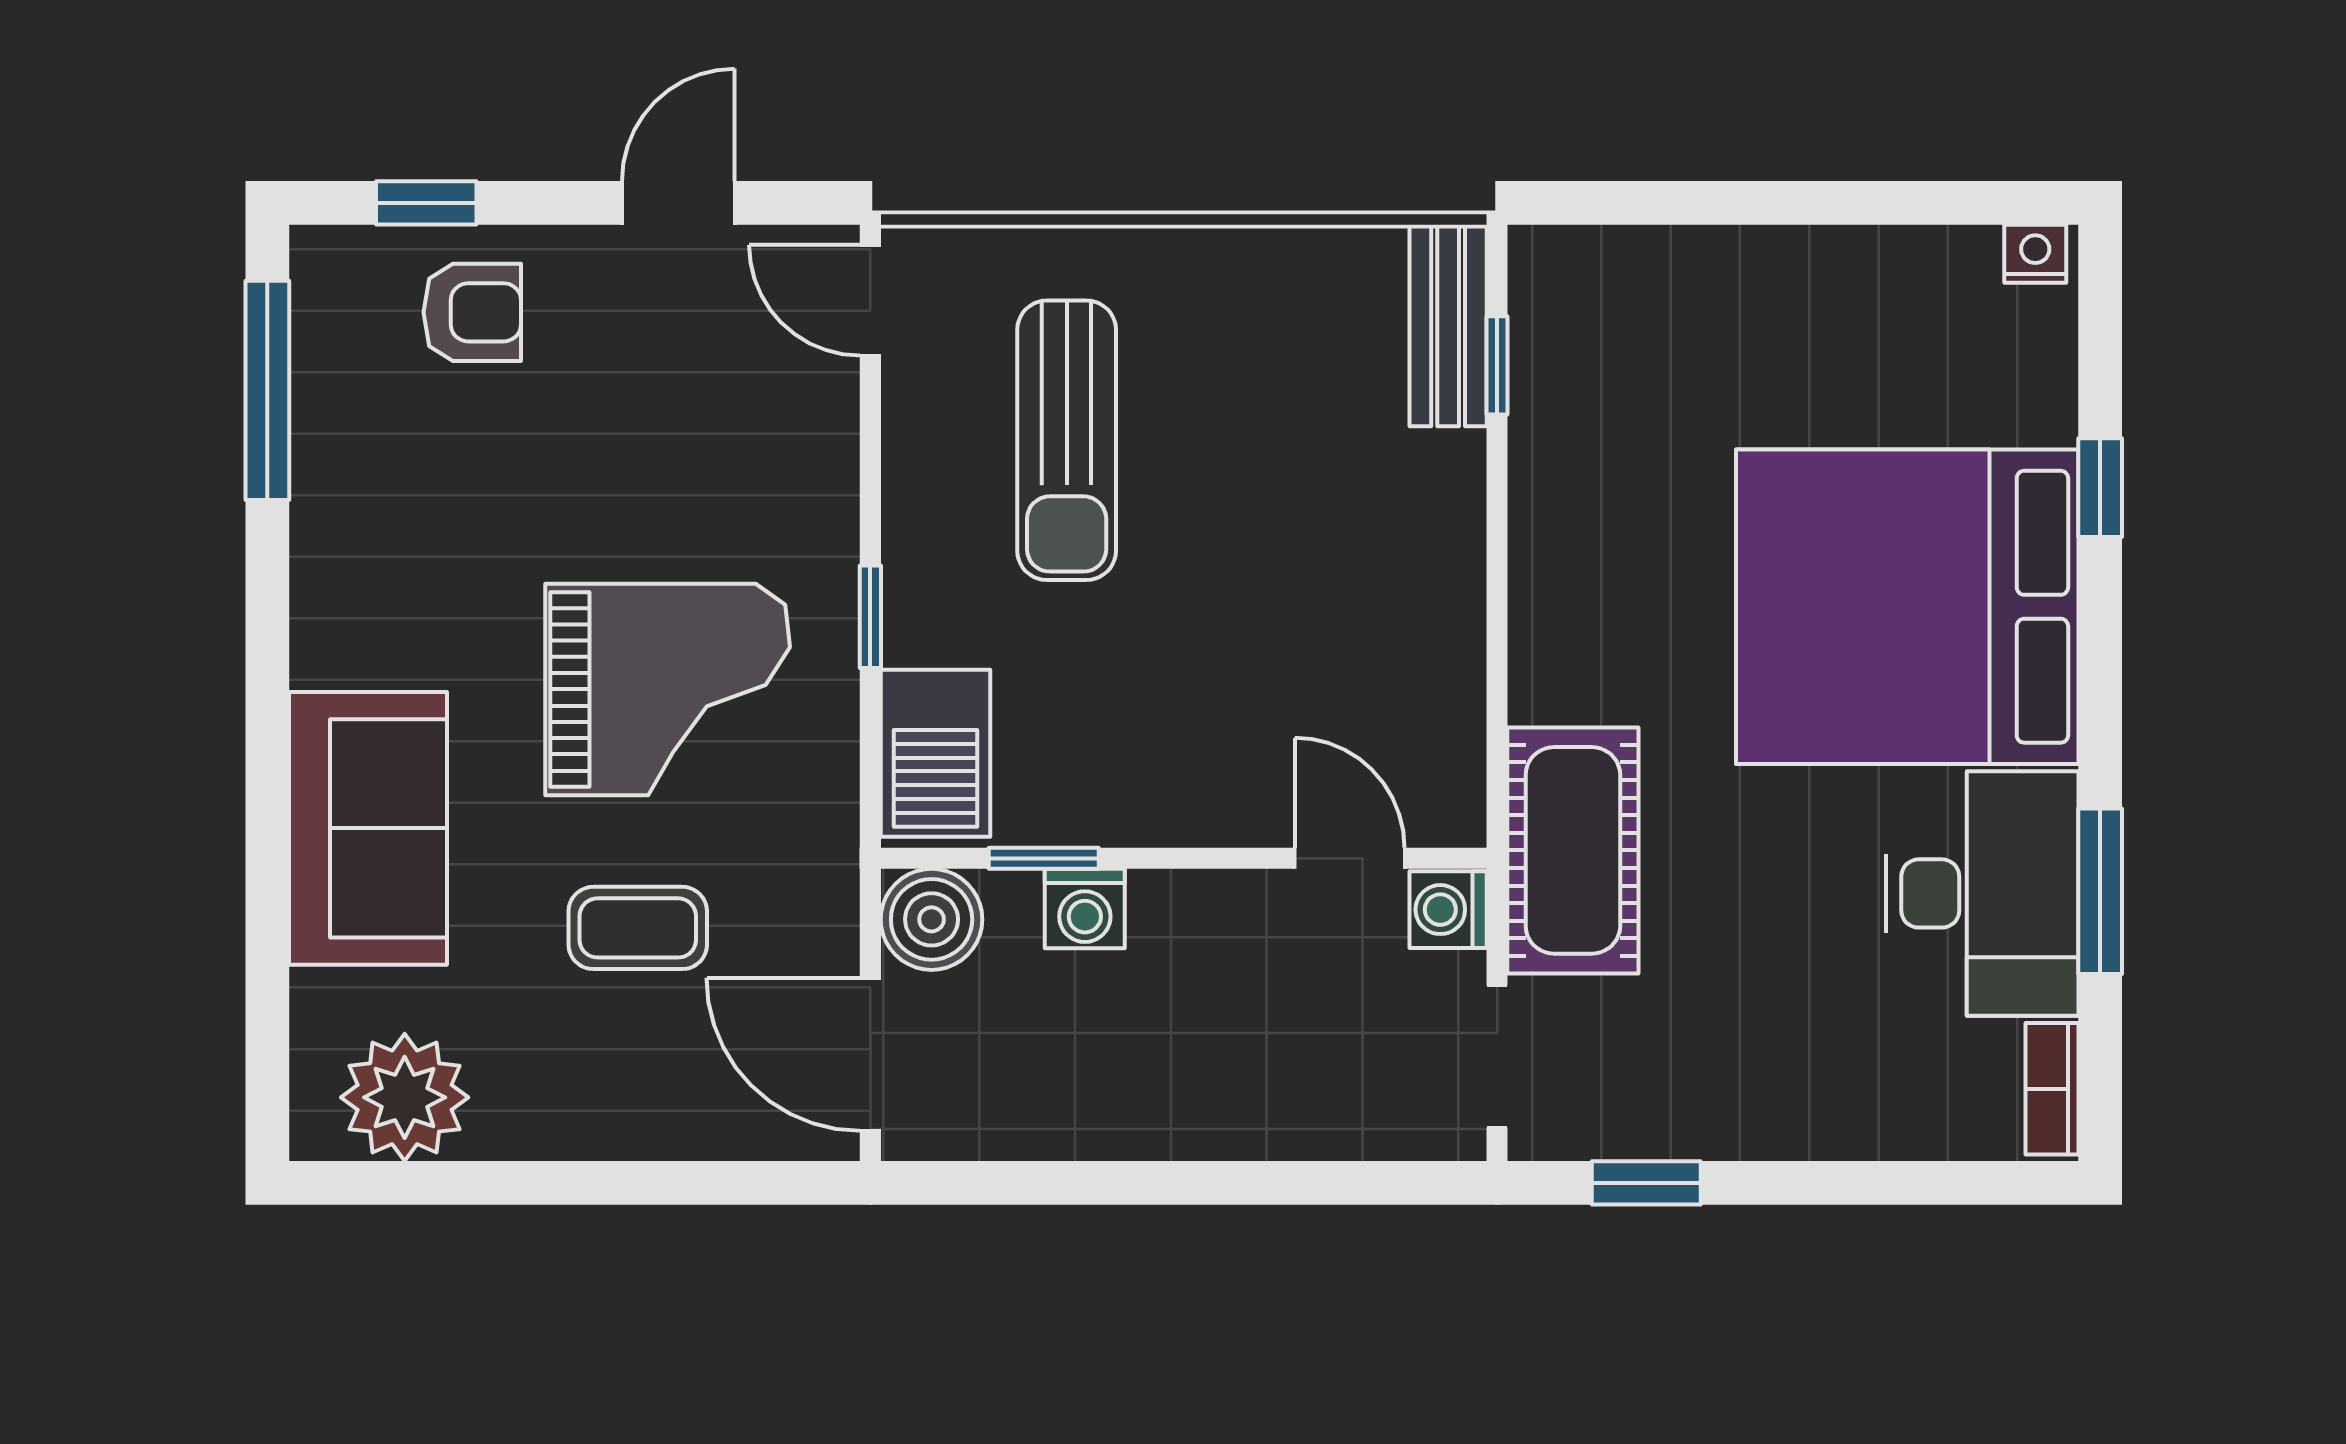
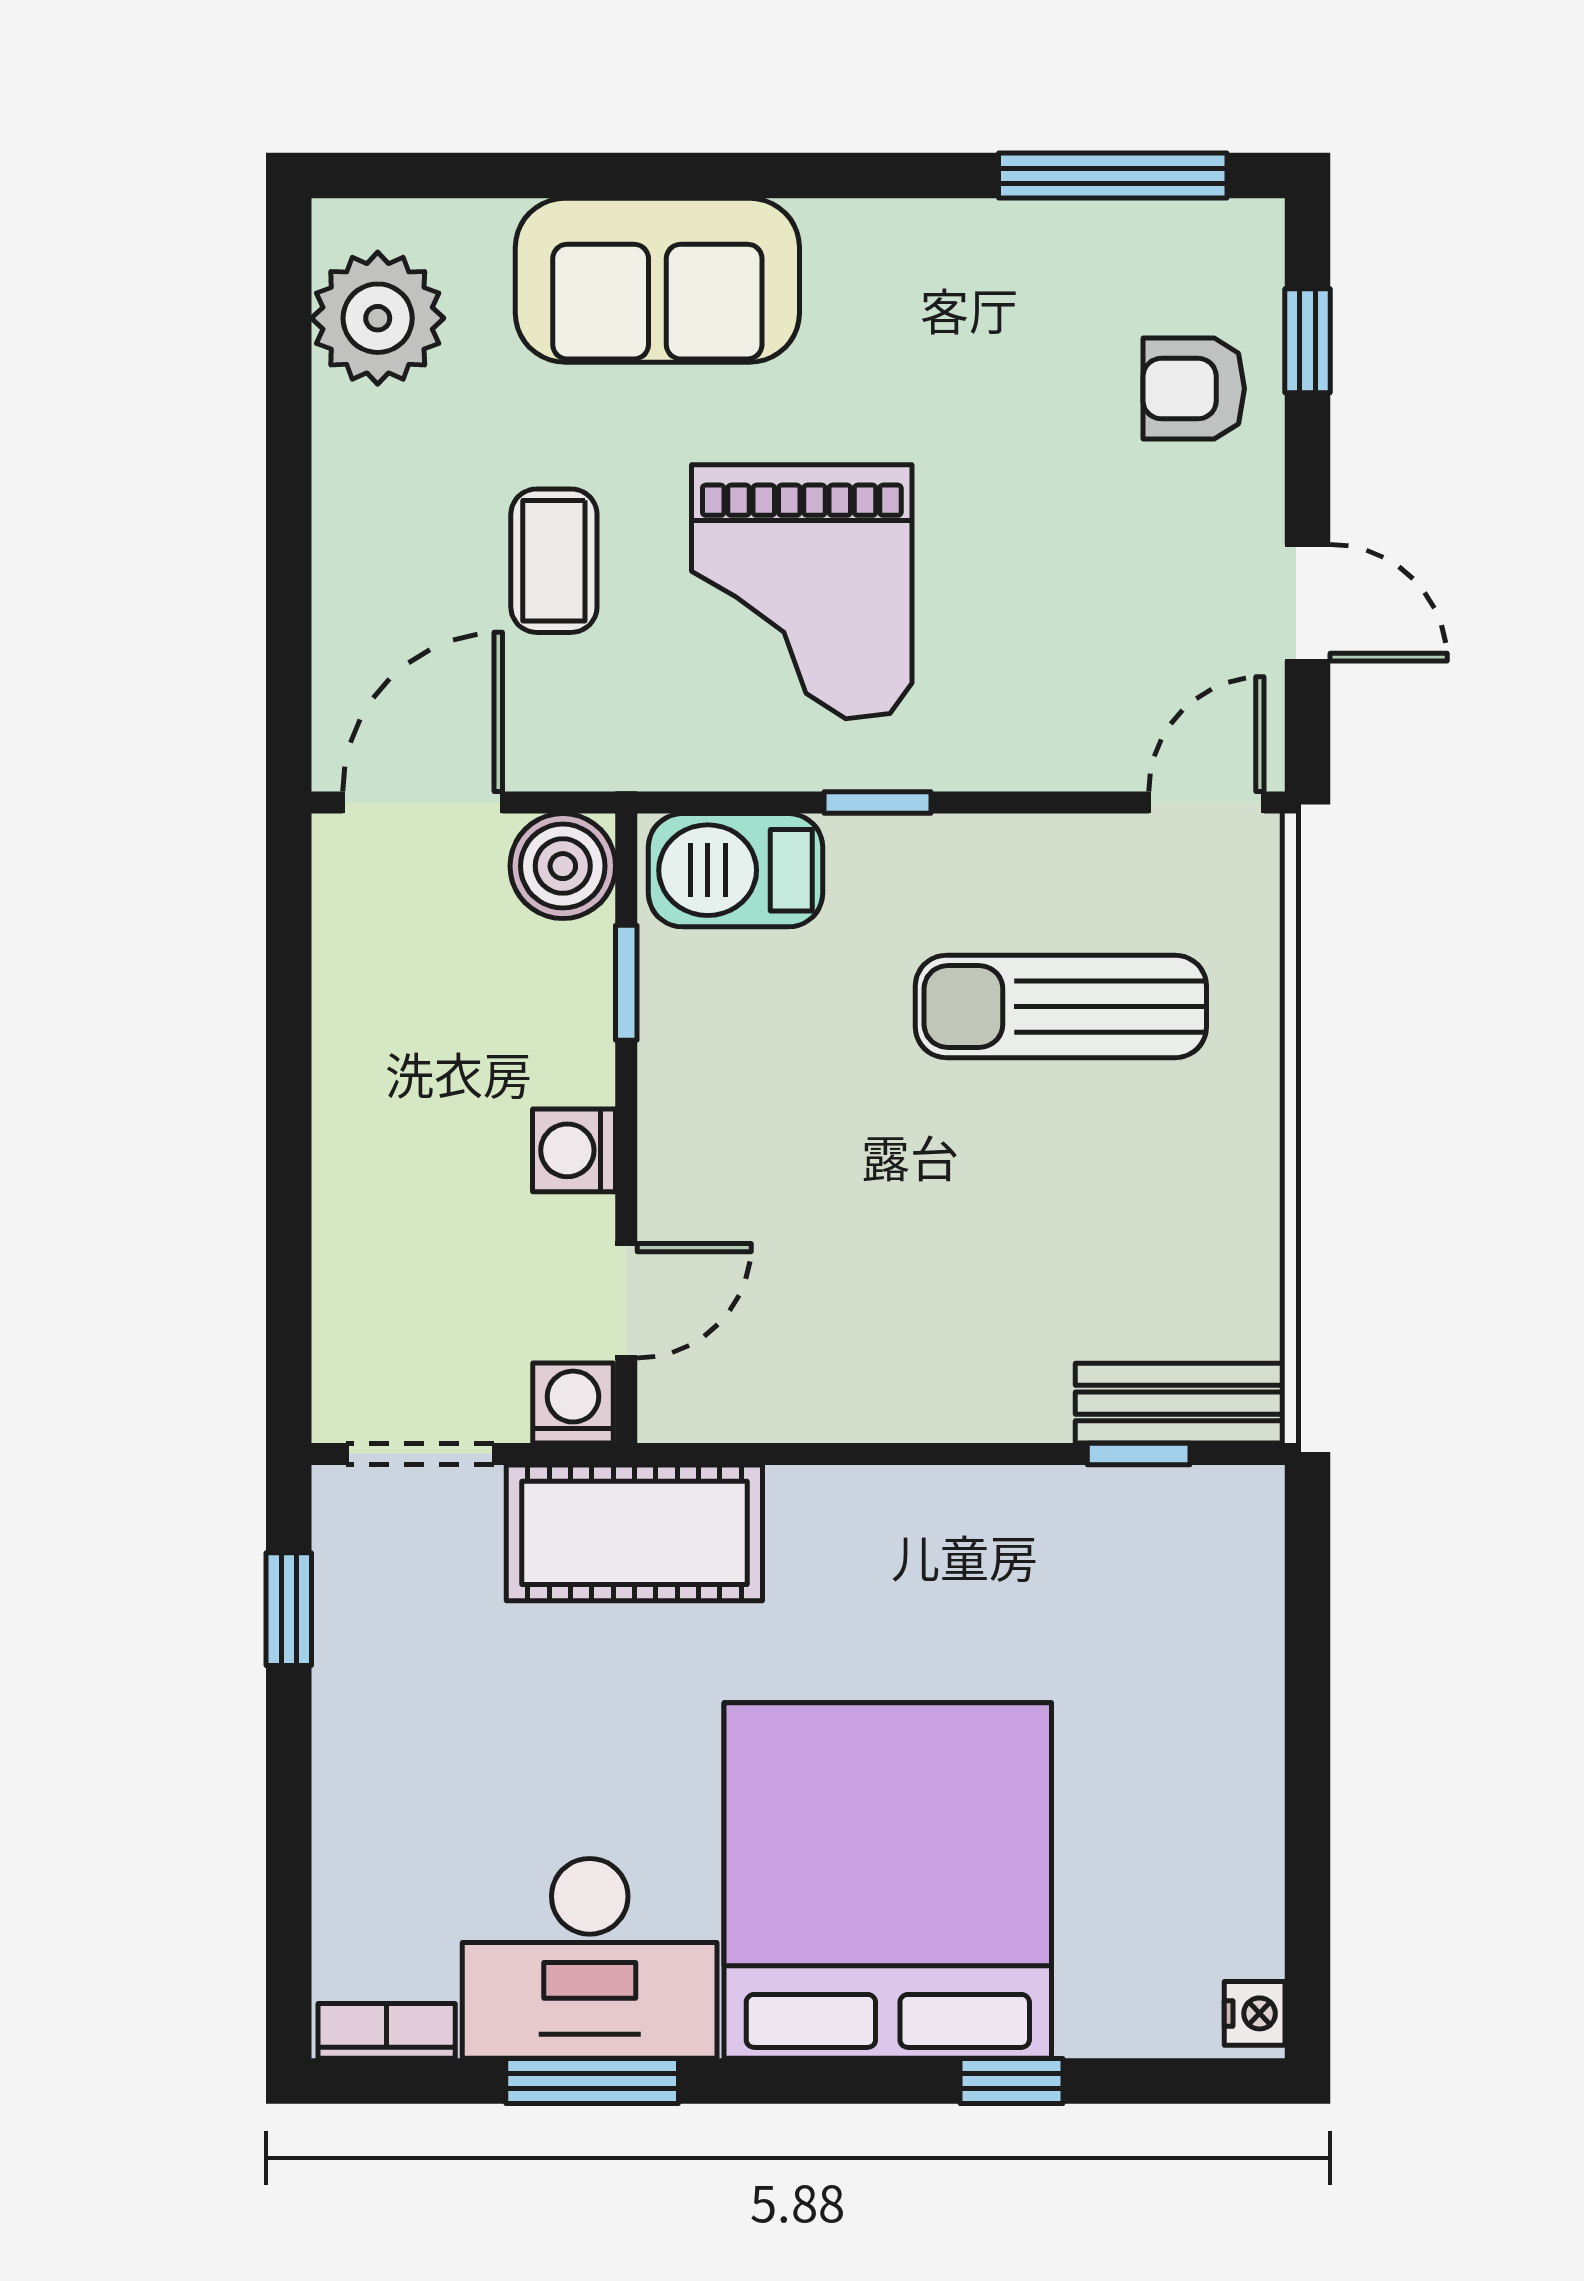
armchair: (472, 312) -> (1194, 389), turned 90
washing machine: (1085, 909) -> (574, 1150), moved

